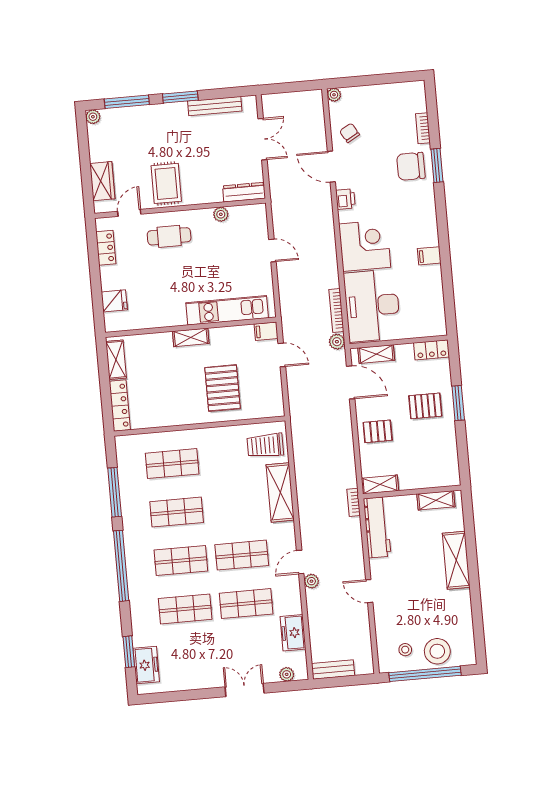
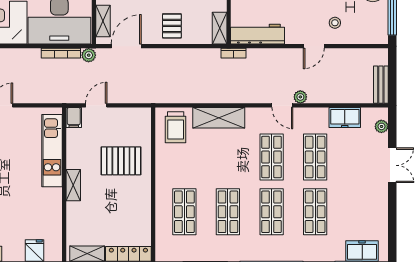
stool: (405, 650) -> (335, 23), moved
double door: (245, 690) -> (392, 165), swing flipped

